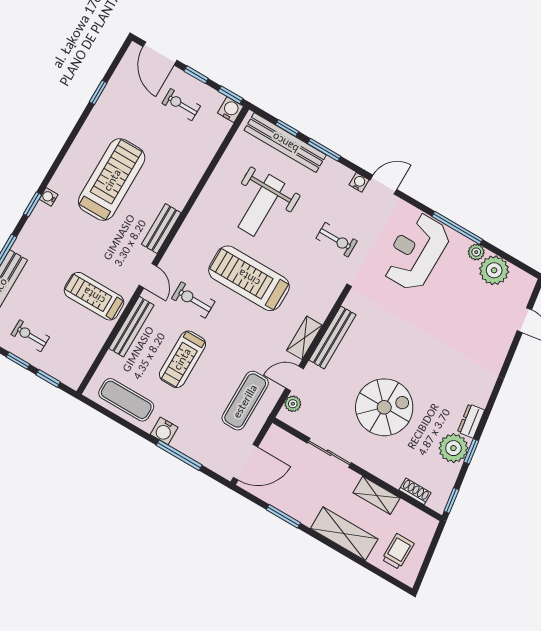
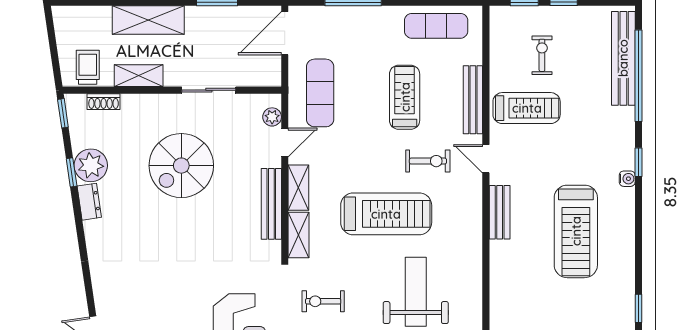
shelving: (326, 301) -> (298, 235), added
exercise bike: (30, 336) -> (542, 55), moved, turned -90
water cooler: (164, 431) -> (382, 17), removed
trolley: (398, 551) -> (88, 67), moved, turned 180

